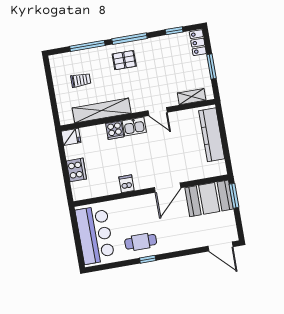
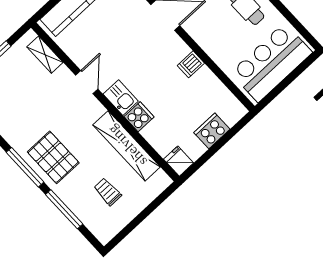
pallet: (124, 60) -> (53, 157), width x1.50, depth x1.42

